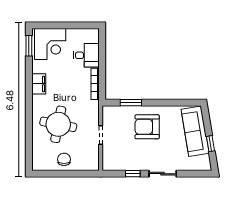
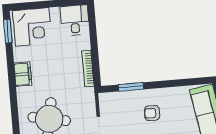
desk: (86, 55) -> (75, 20), moved, turned -90
armchair: (147, 127) -> (152, 113), width x0.53, depth x0.53

